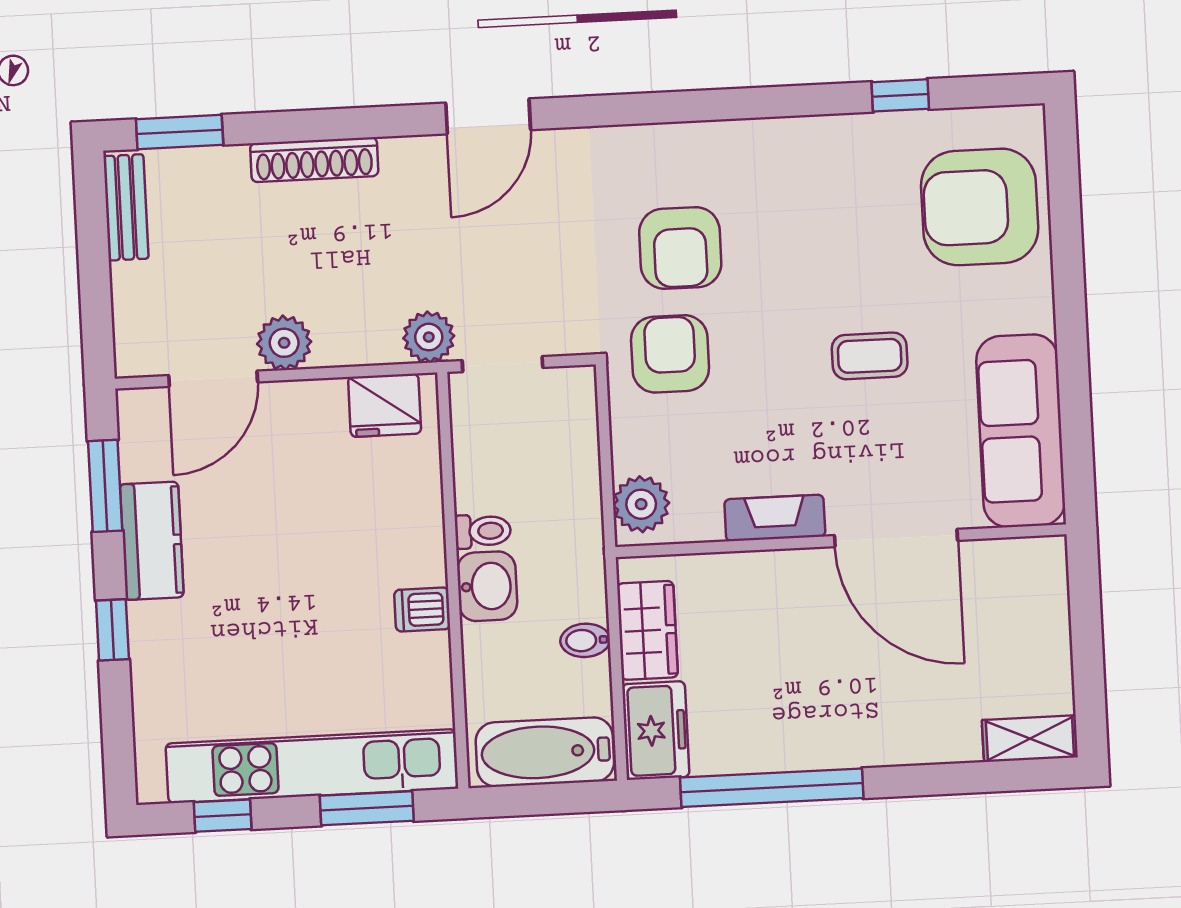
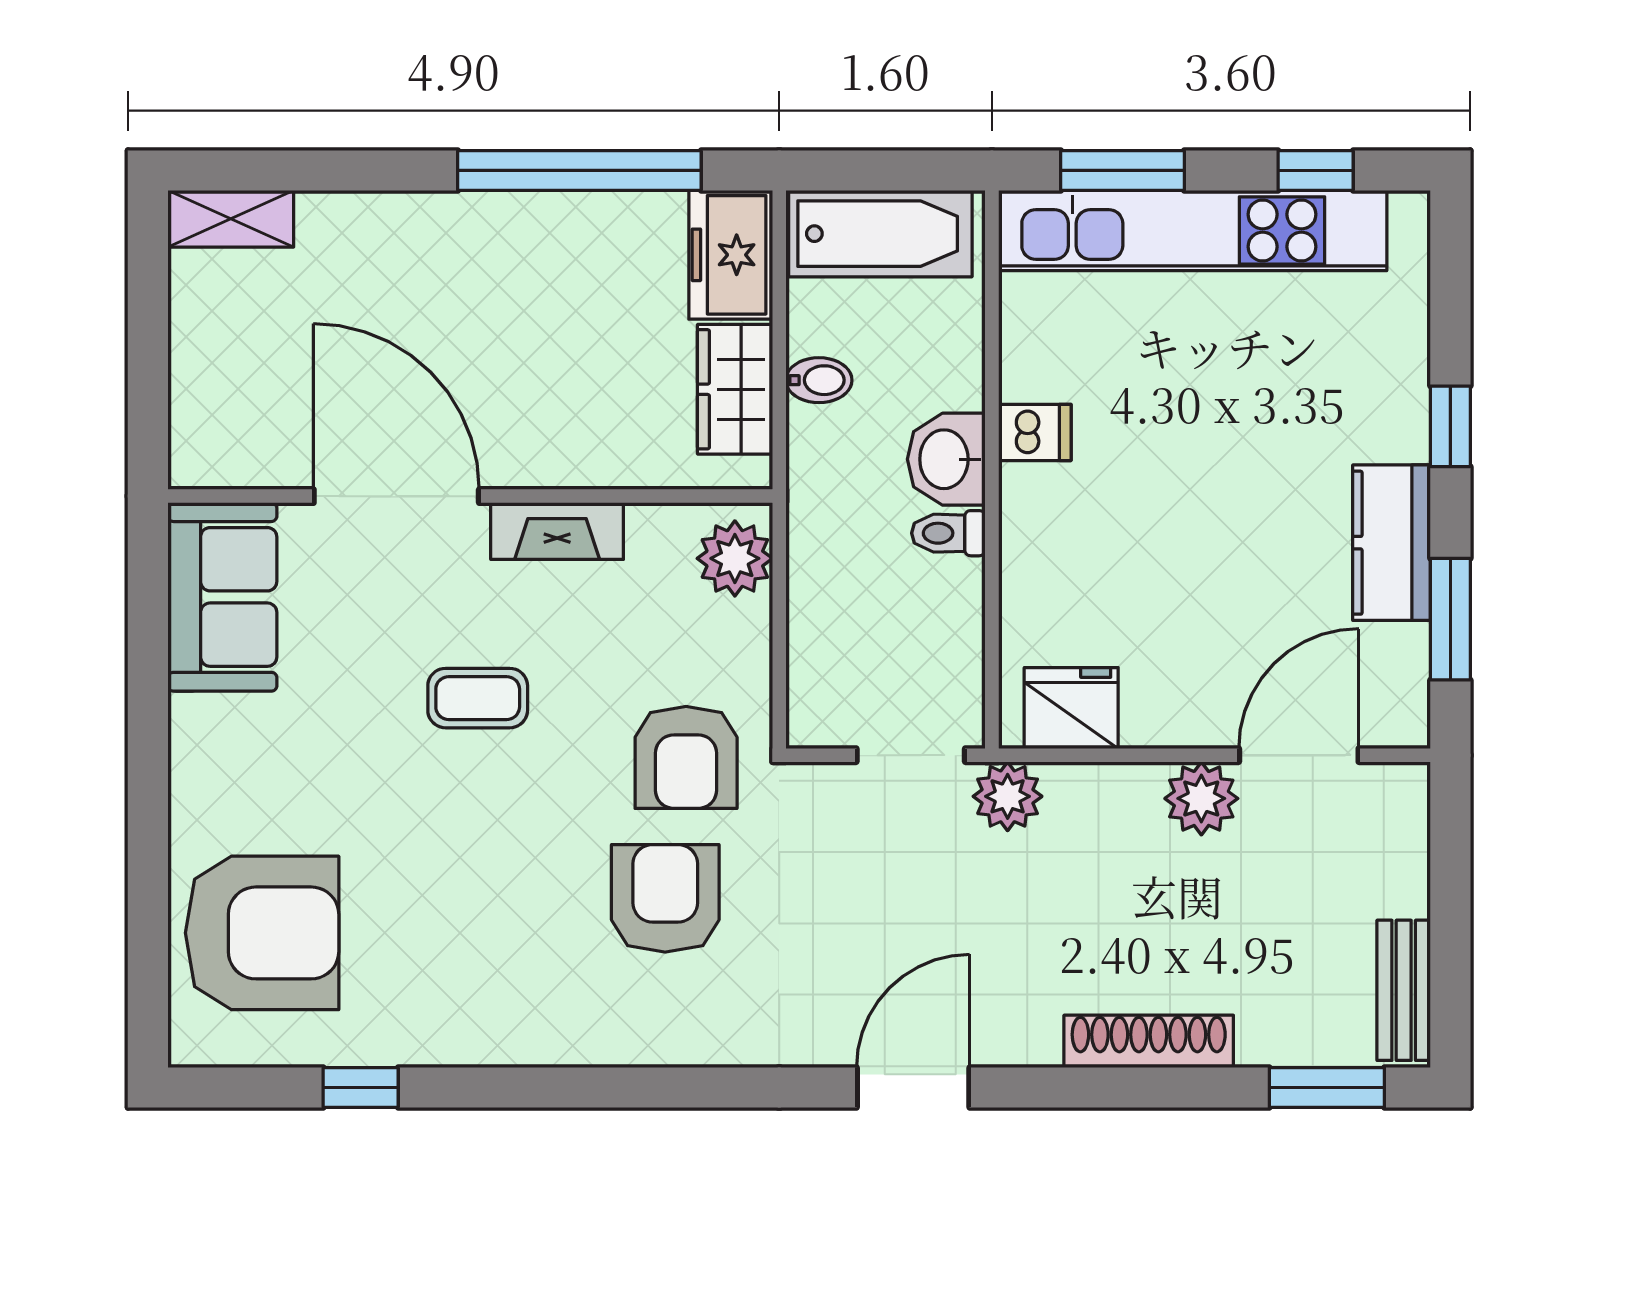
coffee table: (870, 356) -> (478, 698), moved
sofa: (1021, 431) -> (222, 597), width x0.73

